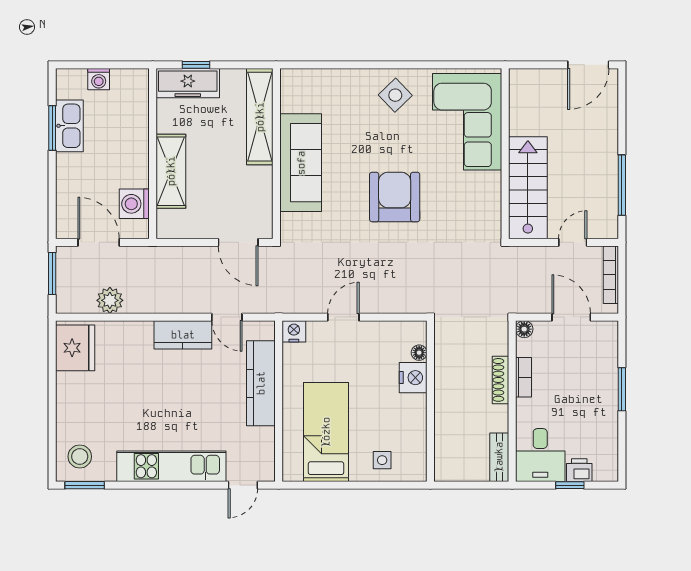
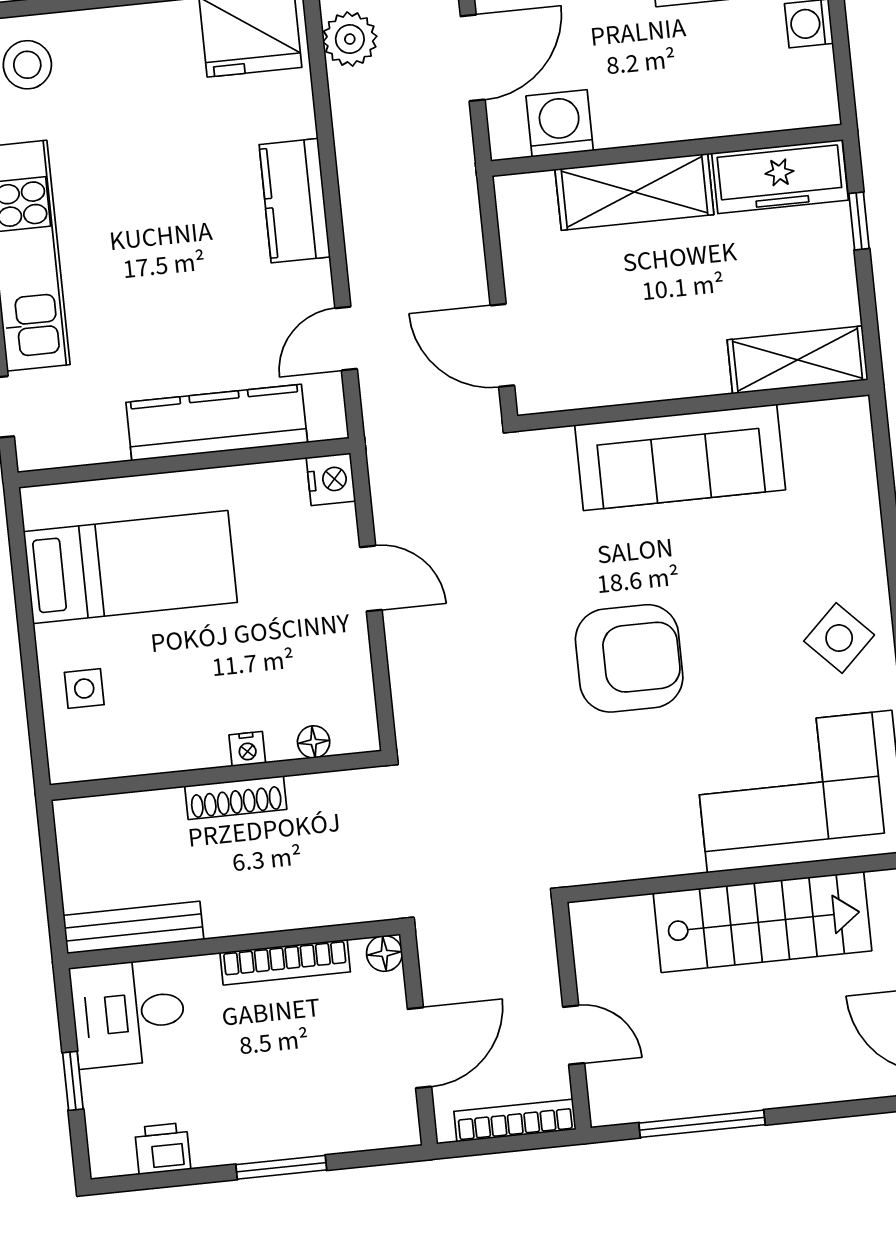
freezer: (188, 83) -> (780, 177), moved, turned -90
shelving: (260, 117) -> (798, 360), width x0.68
stairs: (528, 188) -> (762, 922), moved
door: (238, 242) -> (502, 345), hinge flipped
plant: (110, 300) -> (350, 39), moved
kitchen counter: (183, 335) -> (295, 201), moved
bookcase: (523, 377) -> (285, 962), width x1.56
nightstand: (413, 378) -> (247, 749), width x0.53, depth x0.56
shoe rack: (500, 380) -> (236, 798), moved, turned 180
bench: (499, 457) -> (133, 927), width x1.36
printer: (579, 470) -> (163, 1148), moved, turned -90

